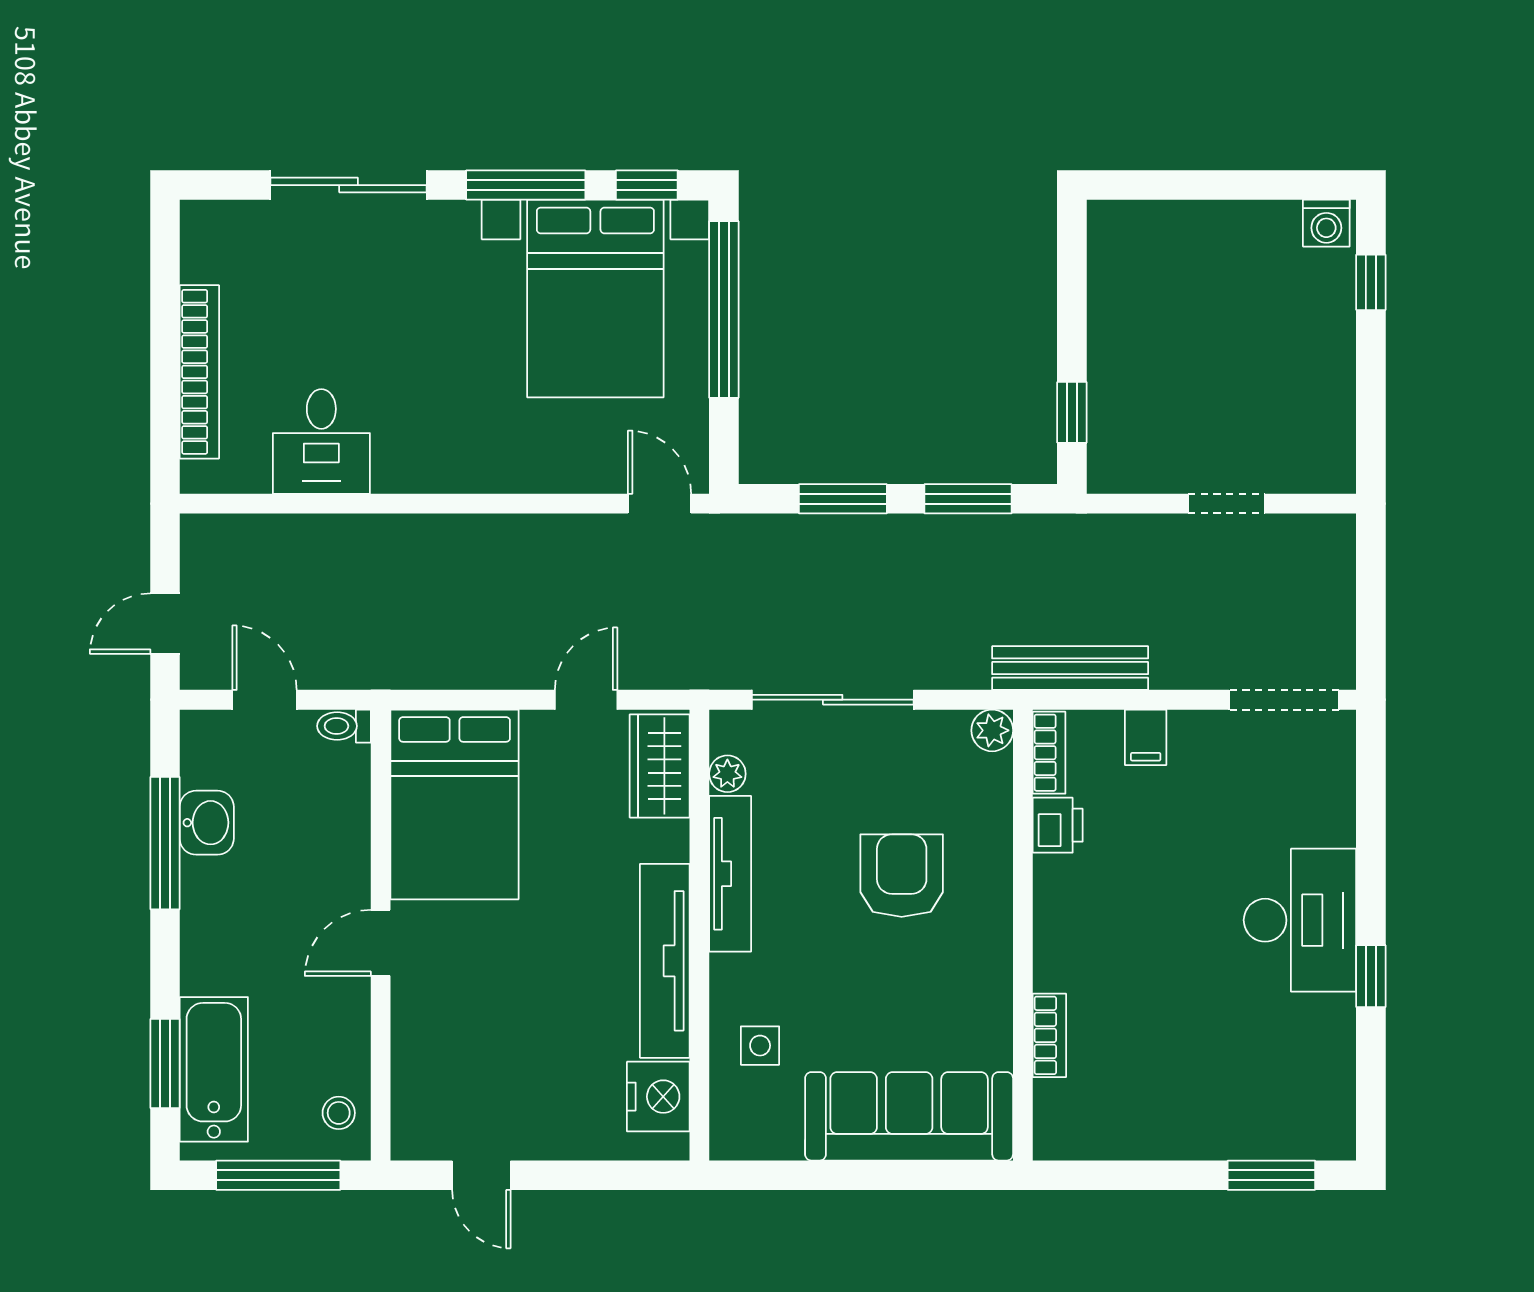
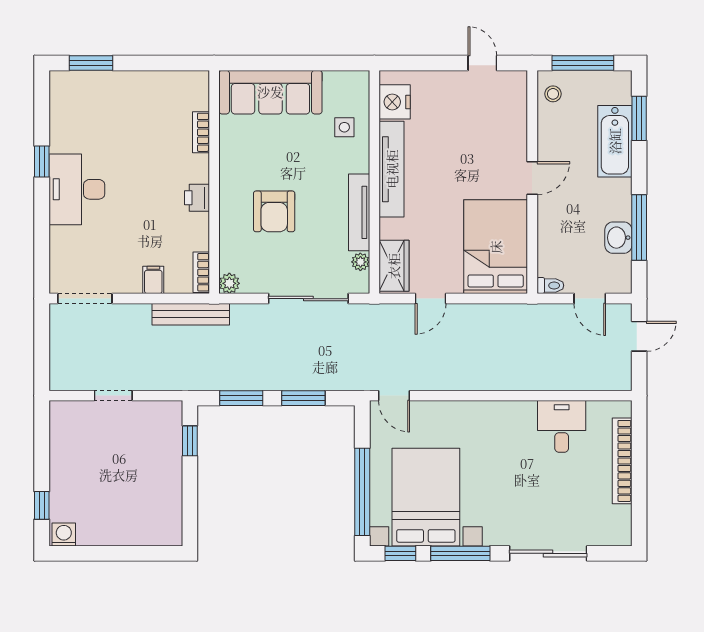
printer: (1058, 825) -> (197, 198), moved
bathtub: (214, 1069) -> (615, 141), moved

